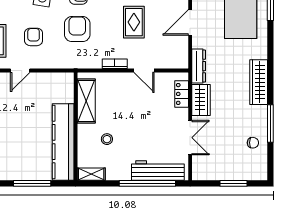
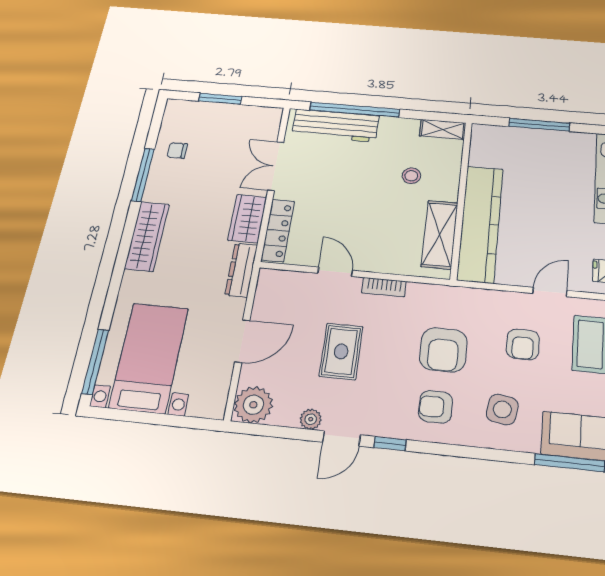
locker: (182, 94) -> (278, 230), width x1.53
kitchen counter: (63, 142) -> (480, 223), moved

